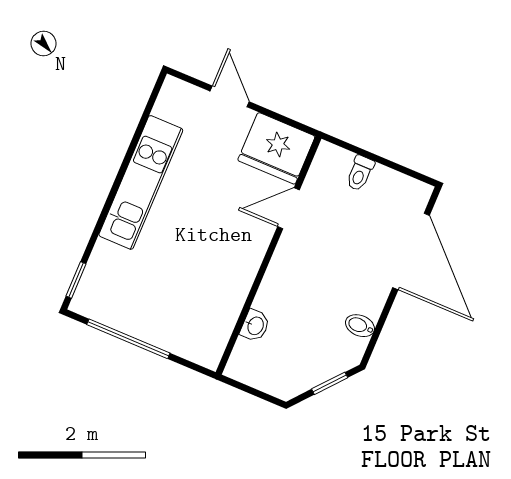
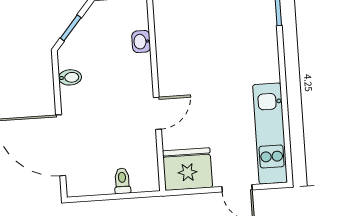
kitchen unit: (141, 182) -> (270, 134), moved
door: (288, 208) -> (157, 113), moved

